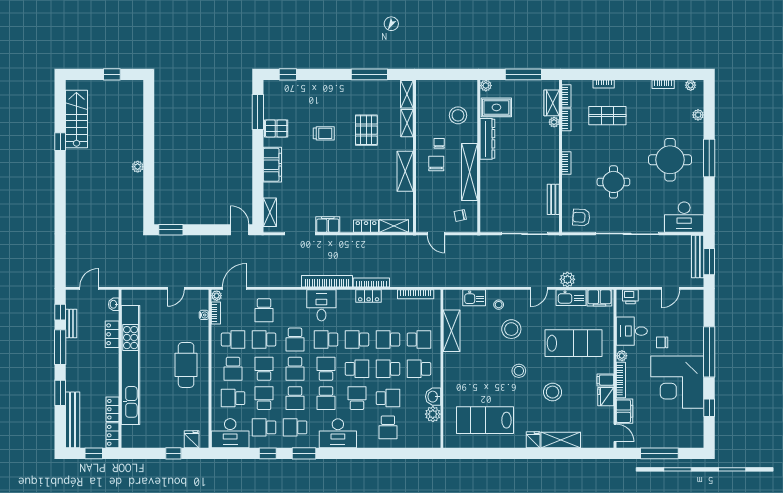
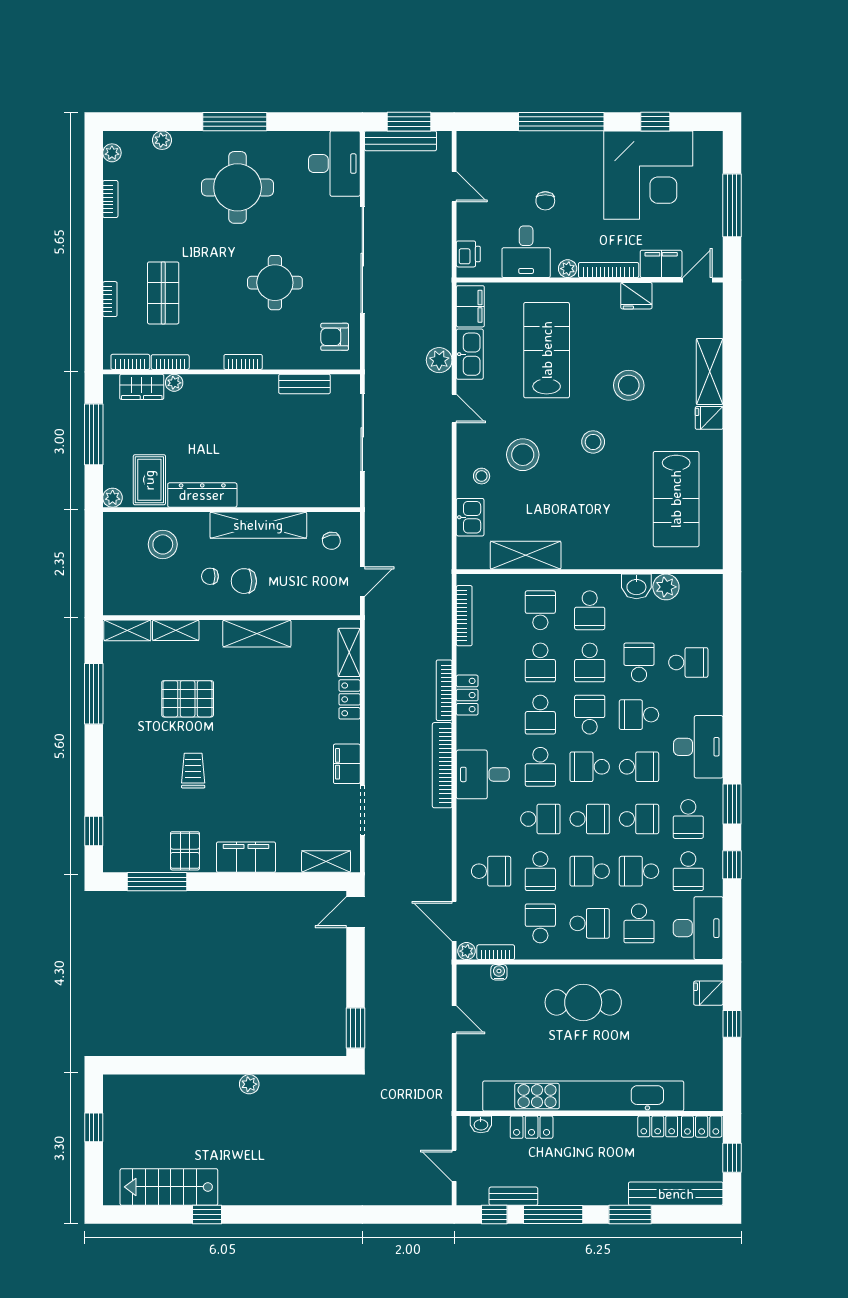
armchair: (581, 217) -> (335, 337), turned 87
filing cabinet: (605, 380) -> (609, 296), removed
corner desk: (677, 382) -> (648, 175), moved

